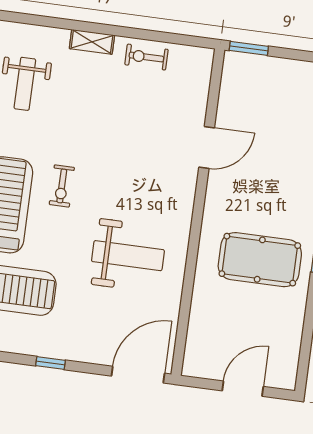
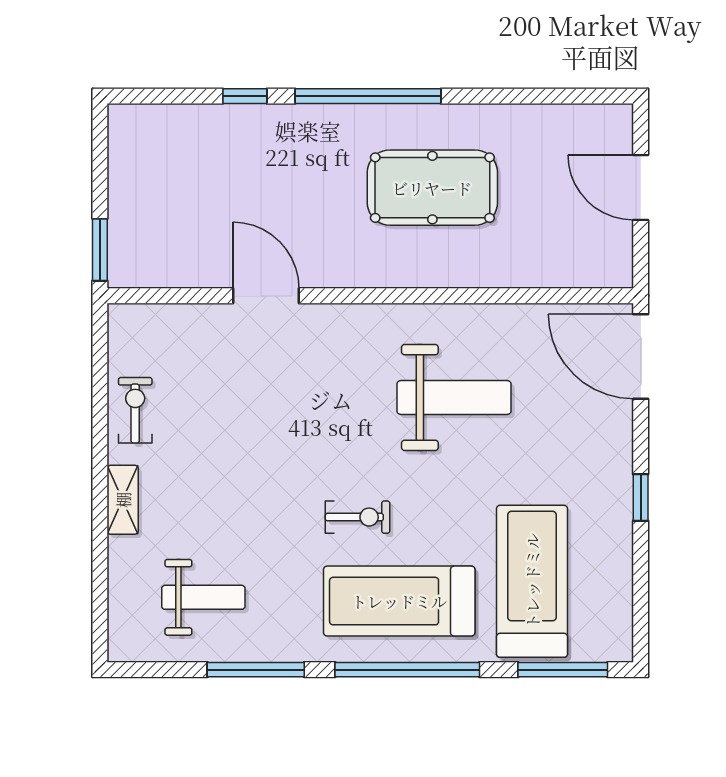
exercise bike: (146, 57) -> (135, 410), turned 180
weight bench: (128, 256) -> (454, 397), turned 90
pool table: (260, 260) -> (432, 188), turned 90

